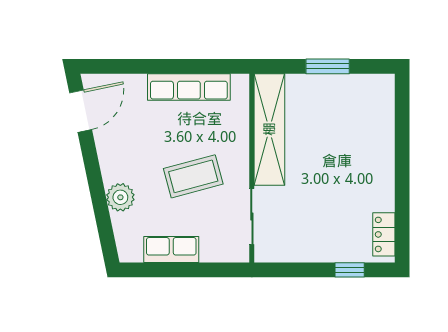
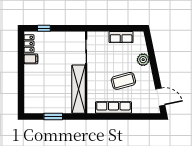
door: (81, 111) -> (160, 97), swing flipped
coffee table: (193, 176) -> (123, 81), moved
filing cabinet: (379, 199) -> (31, 59), added

